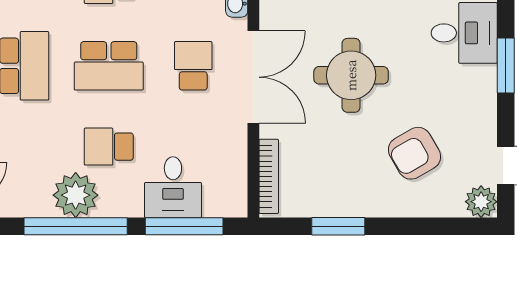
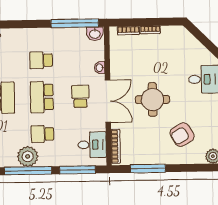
school desk: (109, 66) -> (42, 97), turned 90
desk: (173, 187) -> (92, 145), moved, turned -90
window: (338, 226) -> (148, 169), width x1.44

